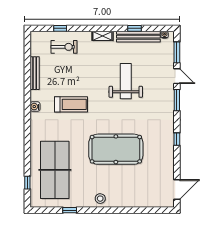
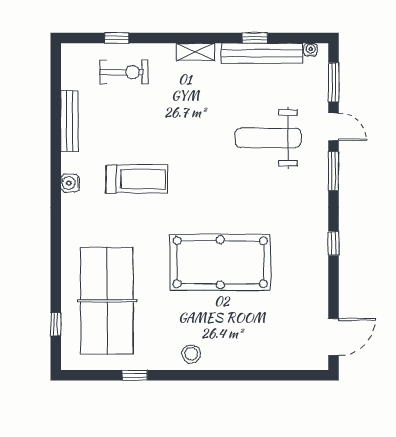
weight bench: (126, 81) -> (268, 138), moved, turned -90

